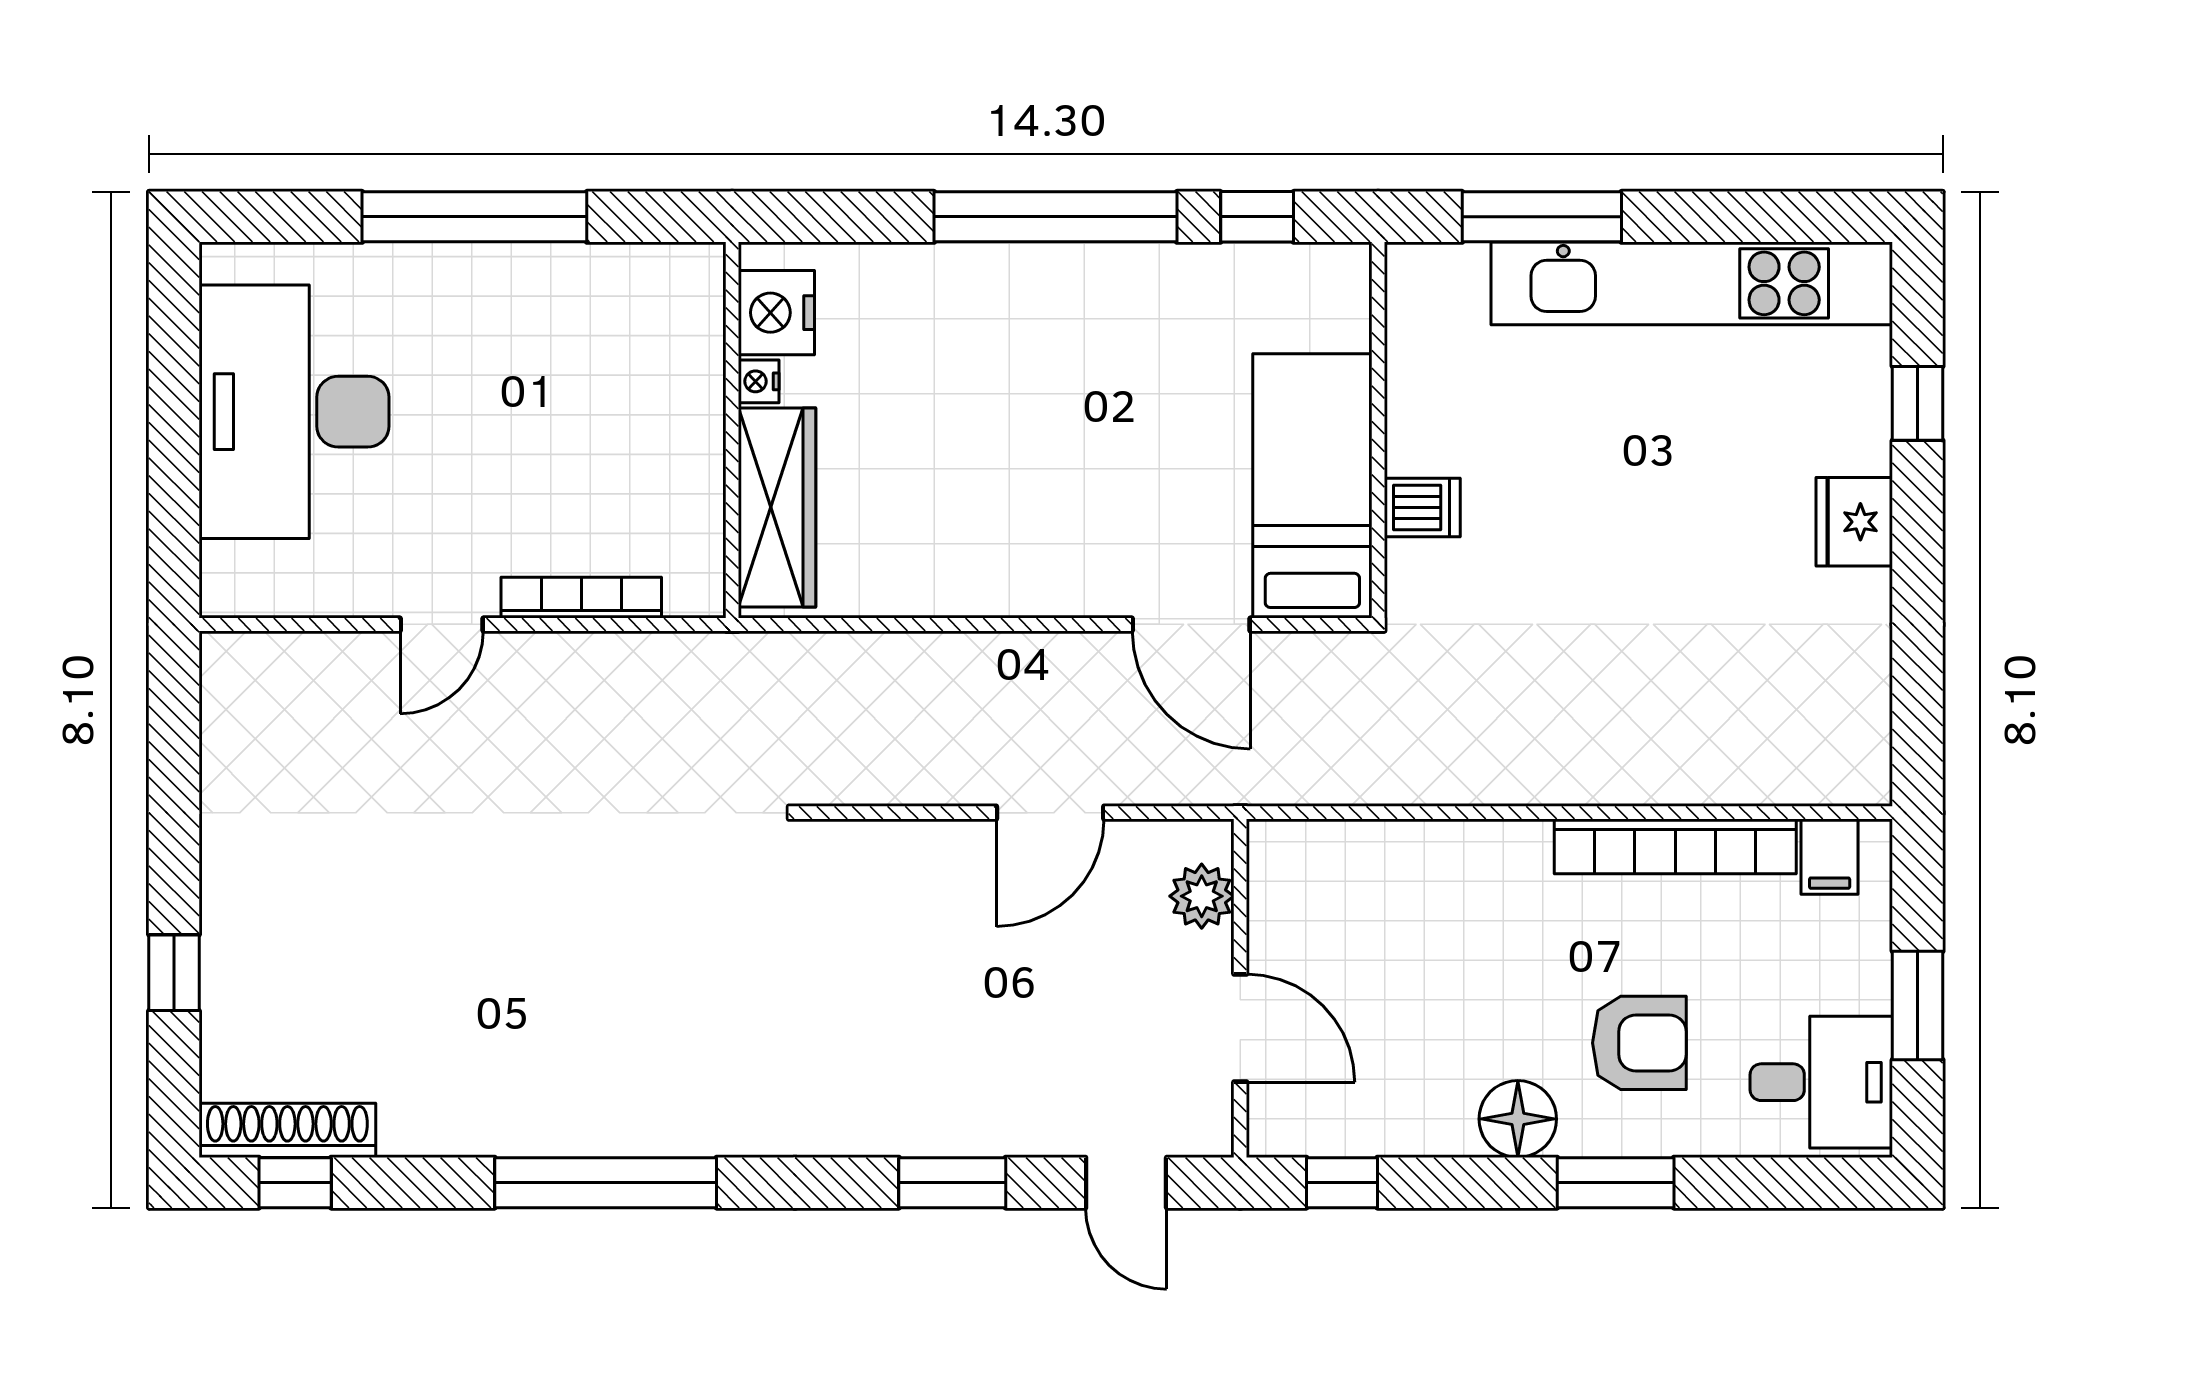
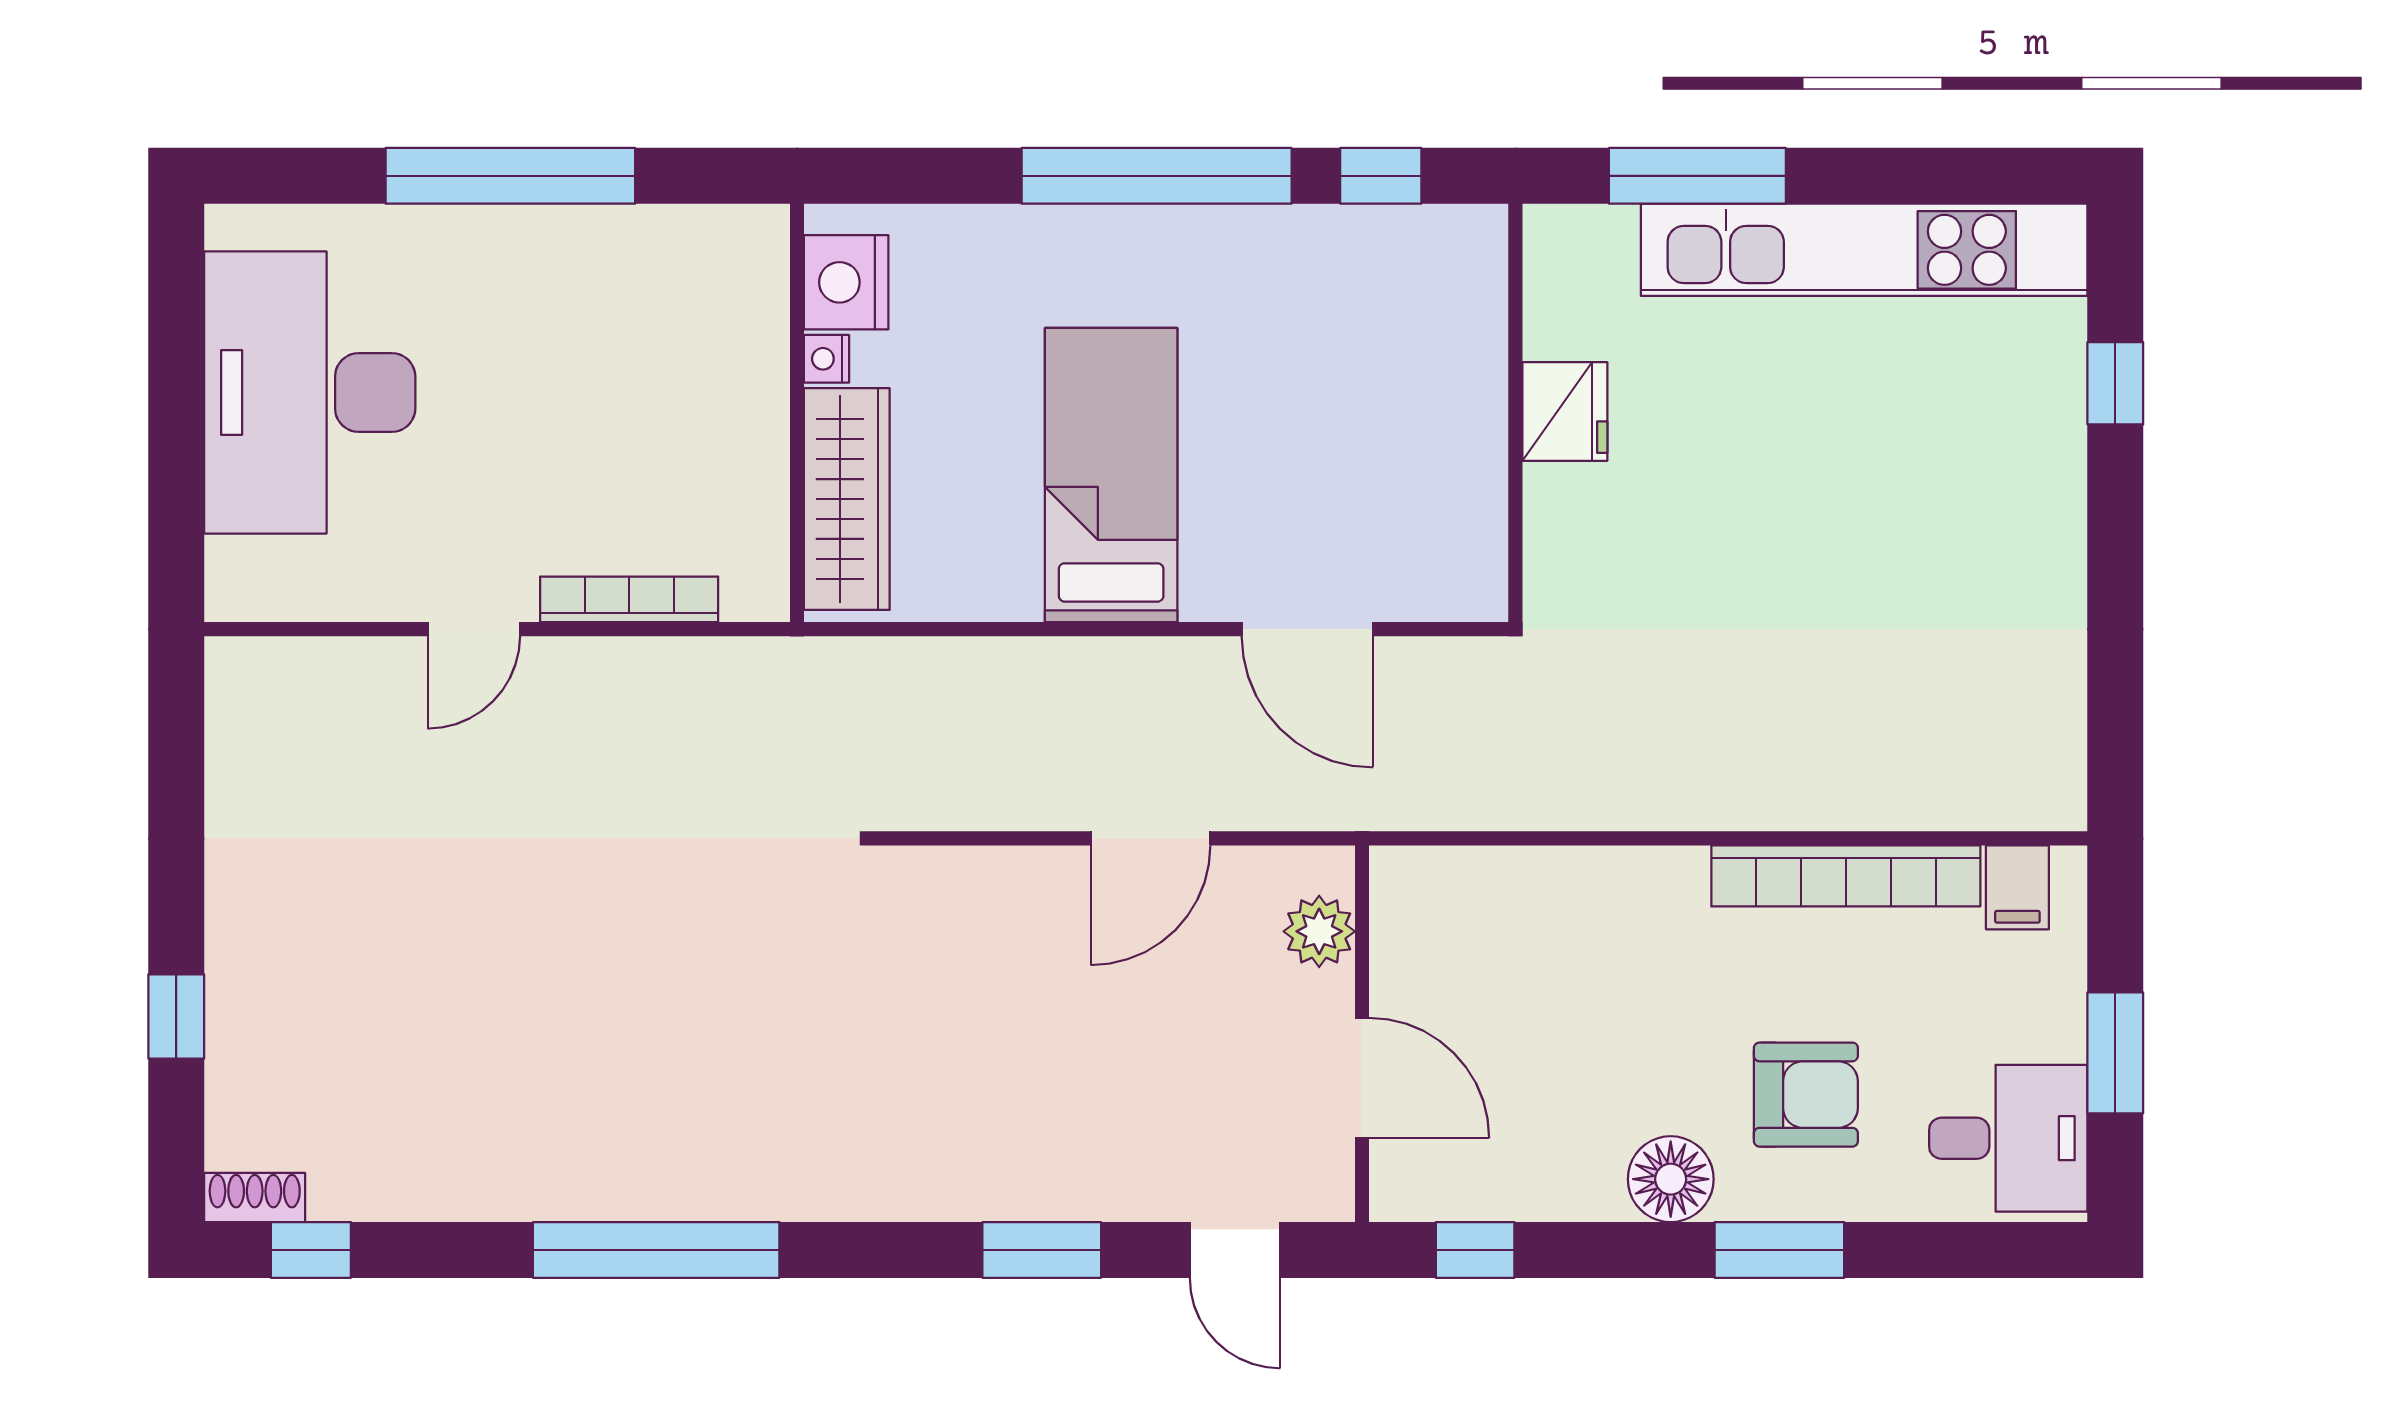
bed: (1312, 486) -> (1111, 475), moved
dishwasher: (1422, 507) -> (1565, 499), removed
fridge: (1854, 522) -> (1565, 411), moved, turned 180
shoe rack: (287, 1130) -> (255, 1197), width x0.51, depth x0.81

